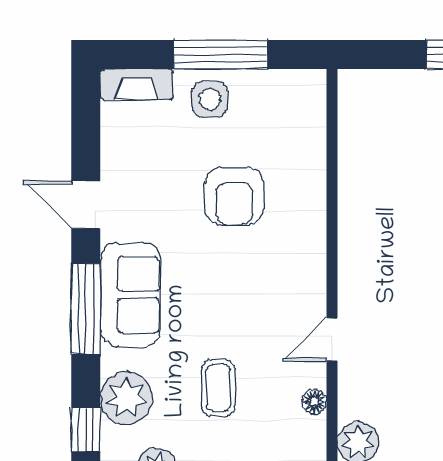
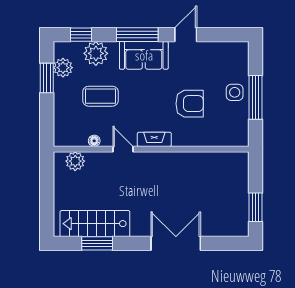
fireplace: (137, 84) -> (154, 139), moved, turned 90
armchair: (234, 196) -> (190, 104), turned 180
coffee table: (218, 388) -> (100, 96), width x1.36, depth x1.30

